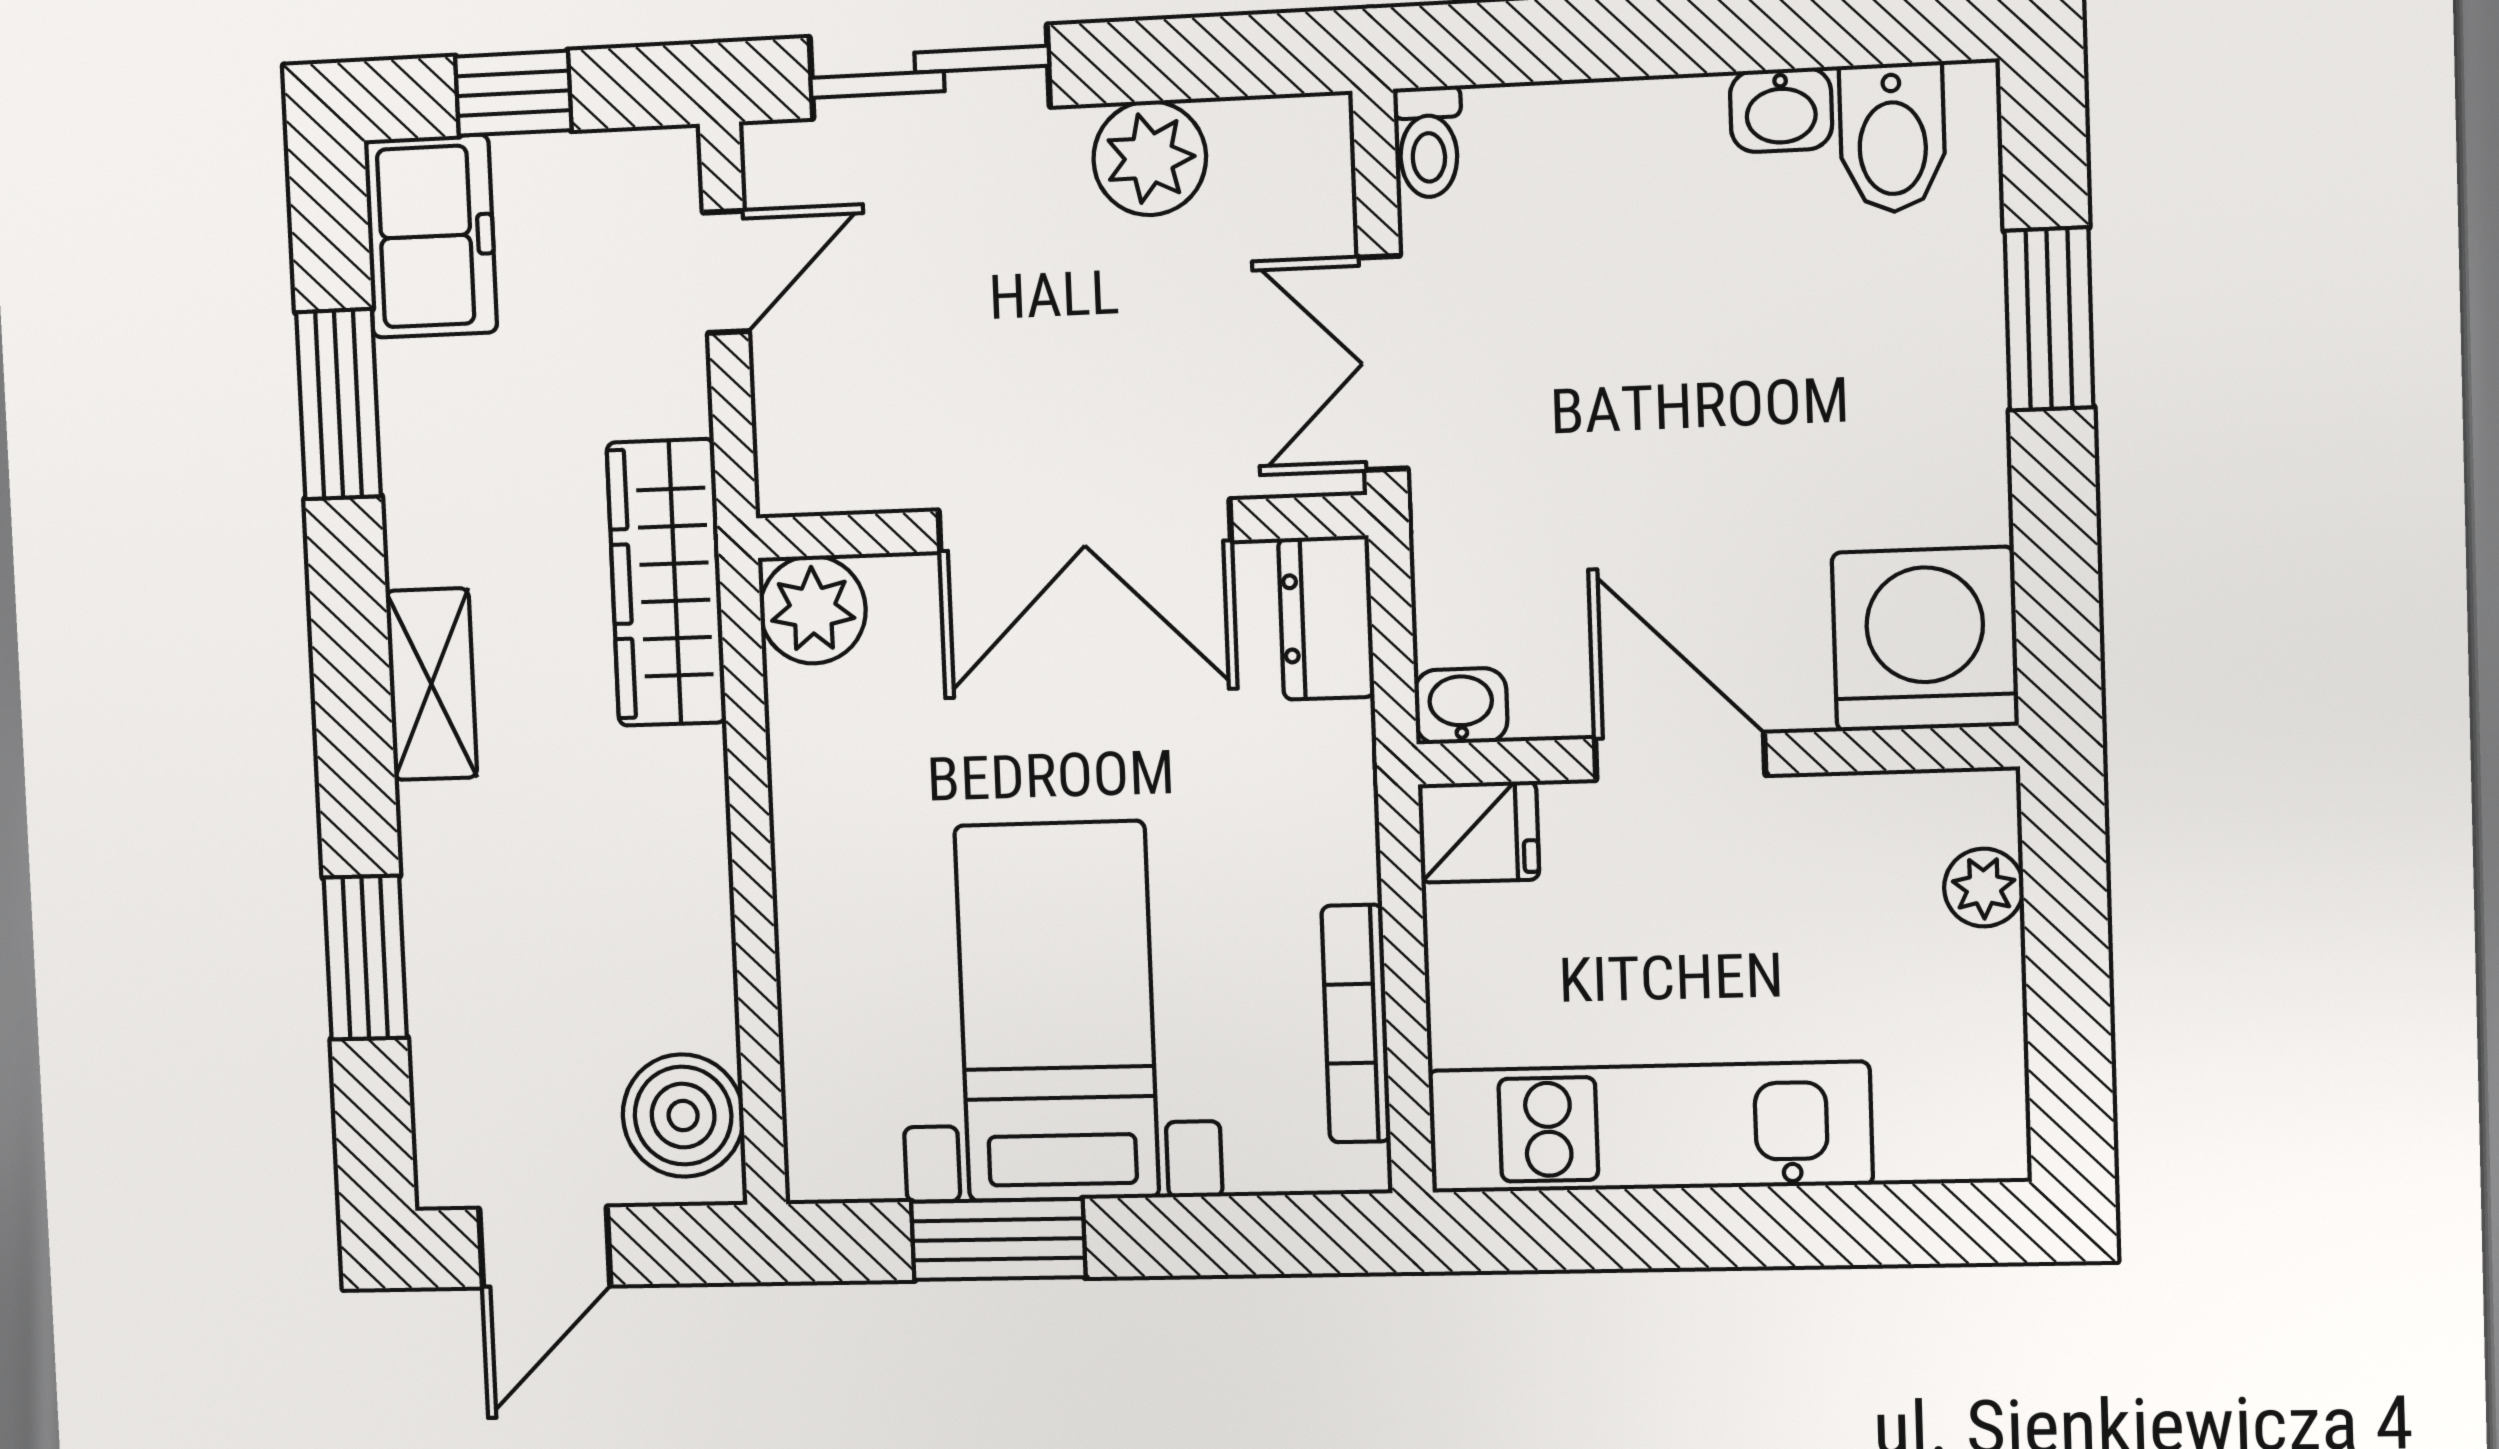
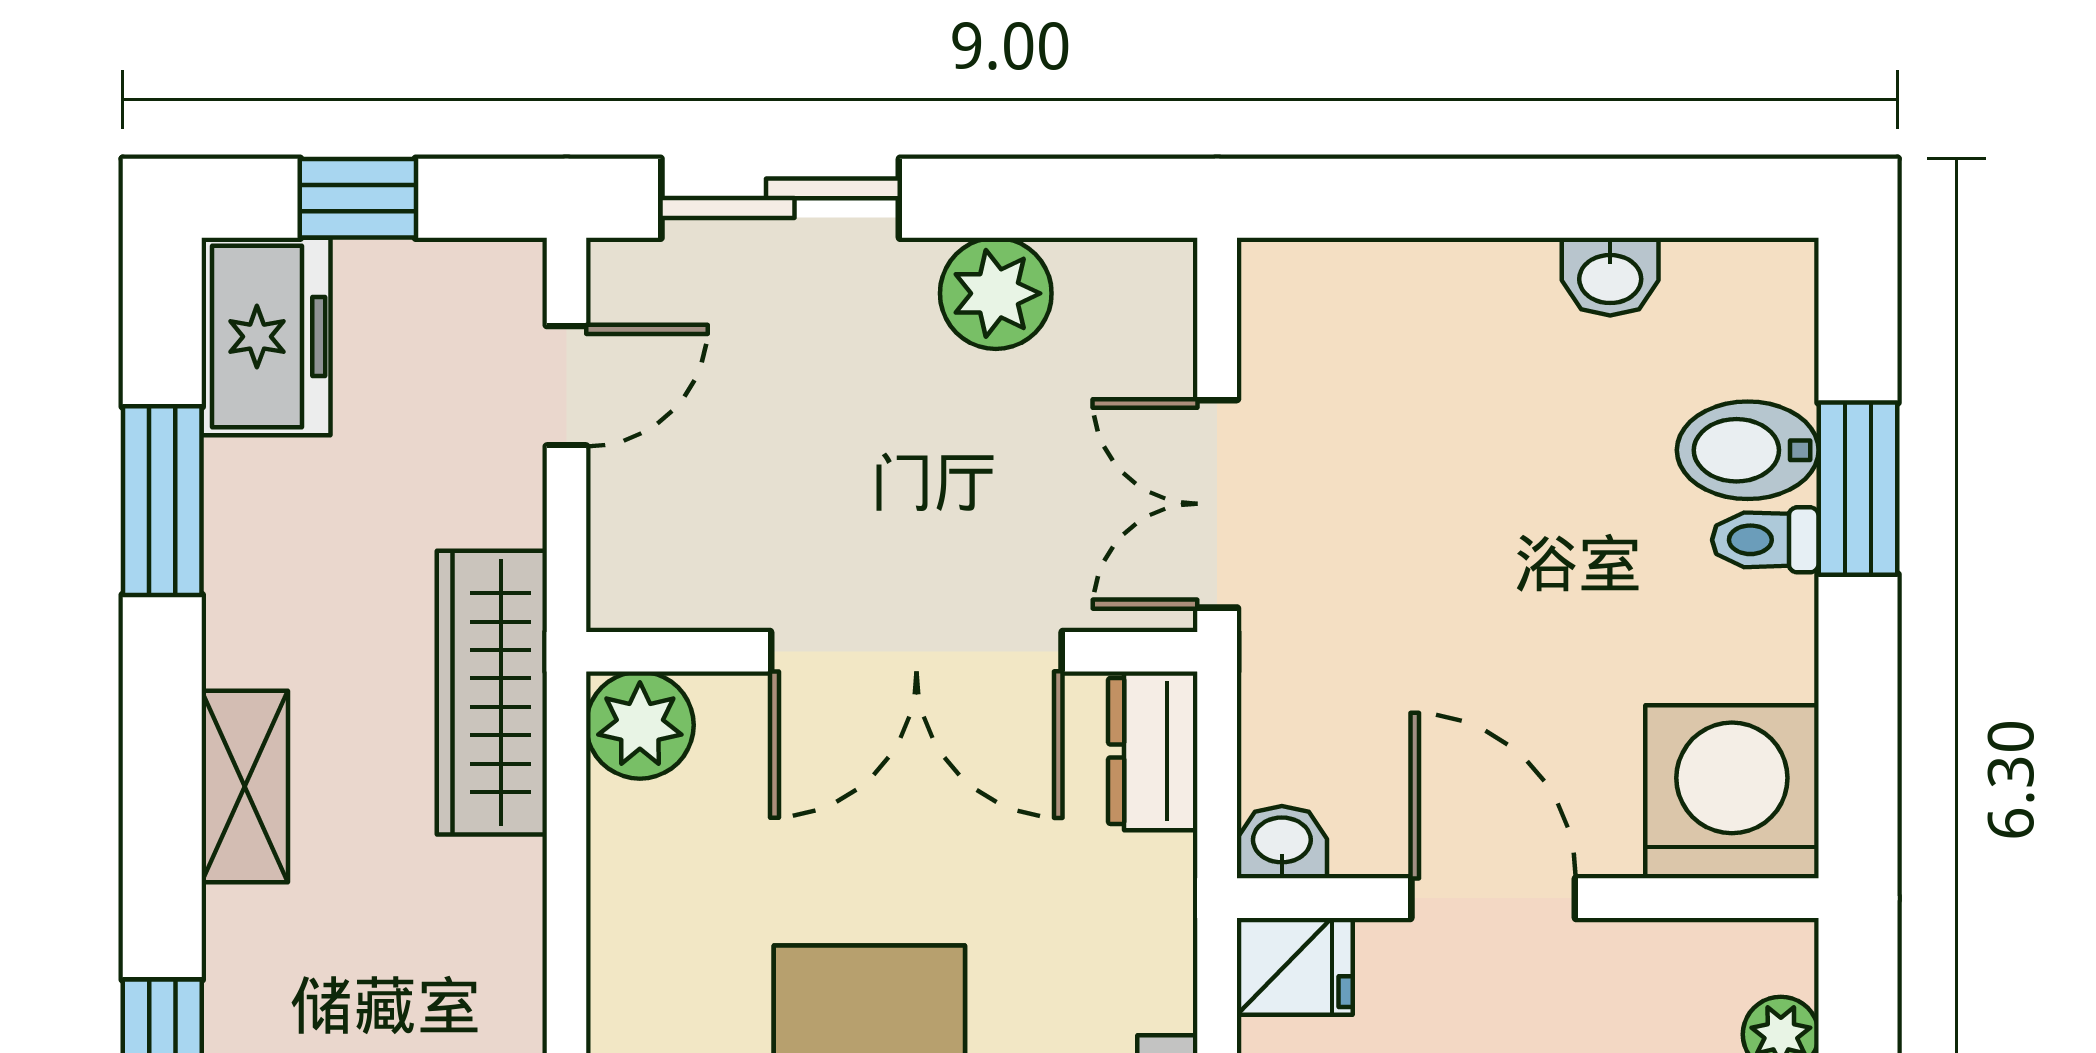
bidet: (1892, 138) -> (1748, 450), moved, turned 90
toilet: (1428, 142) -> (1765, 540), moved, turned 90

